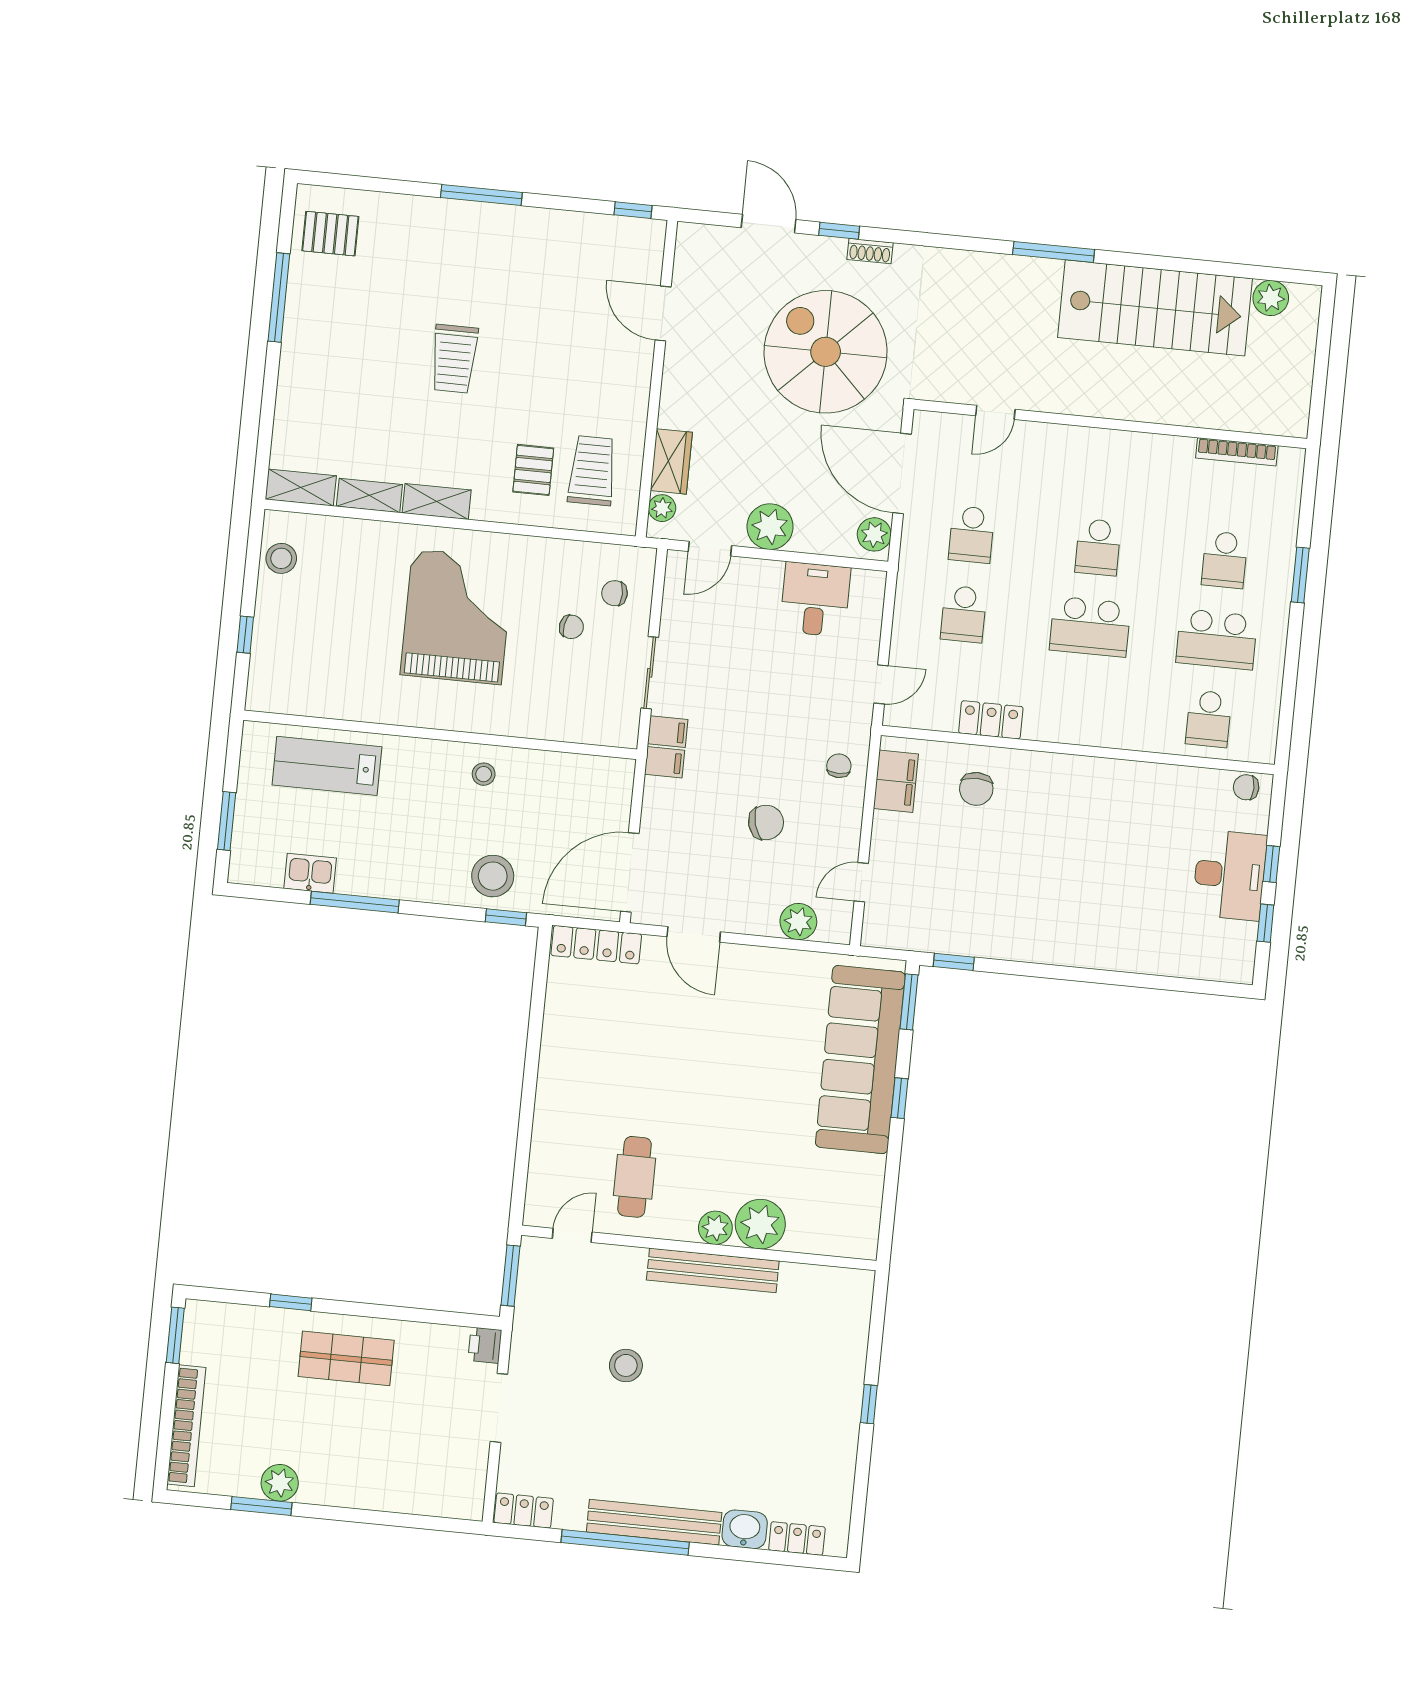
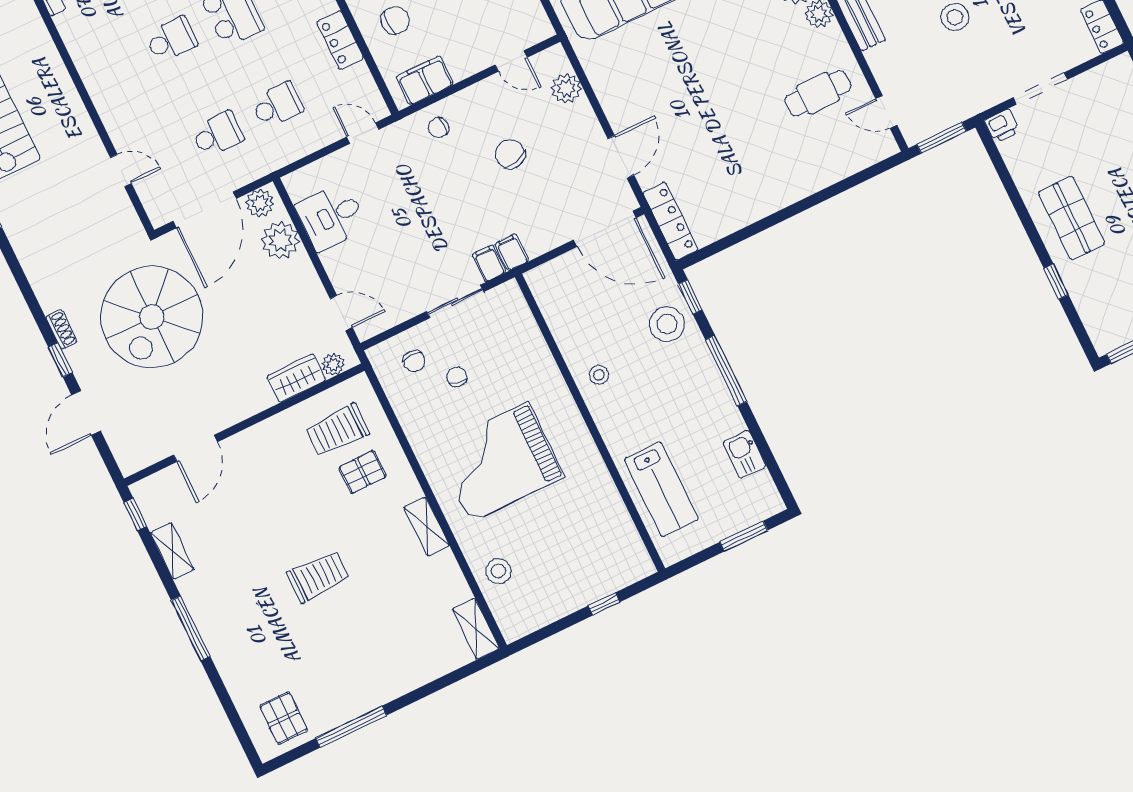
shelving: (369, 495) -> (172, 551), moved
plant: (770, 527) -> (280, 240), moved
stool: (281, 558) -> (499, 571), moved
window: (355, 902) -> (726, 371), moved

